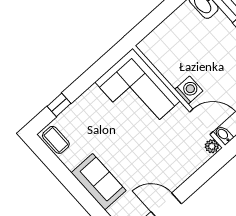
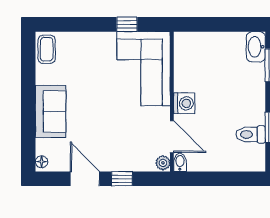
window: (59, 105) -> (127, 24), moved
window: (193, 184) -> (122, 179), added

